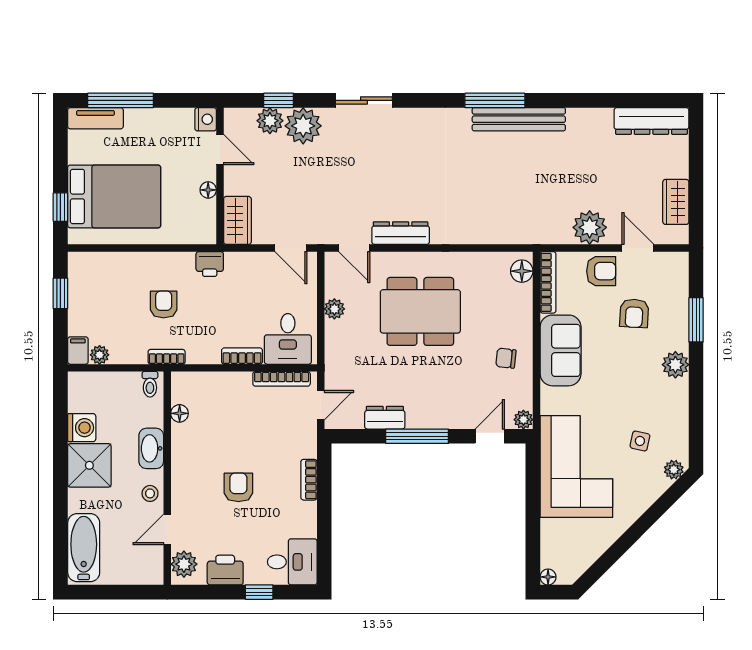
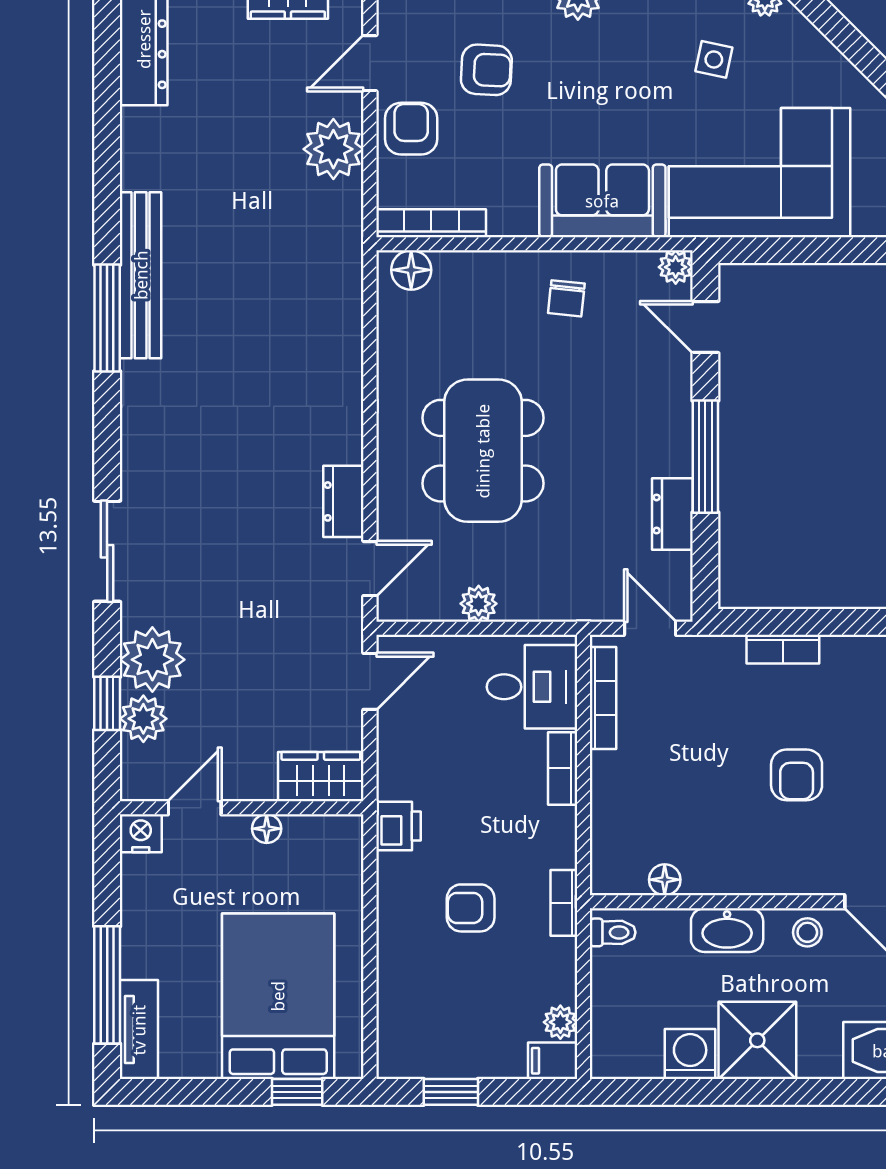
dresser: (401, 233) -> (343, 501), width x0.70
sofa: (561, 350) -> (602, 201), moved
armchair: (238, 487) -> (797, 775), turned -90

